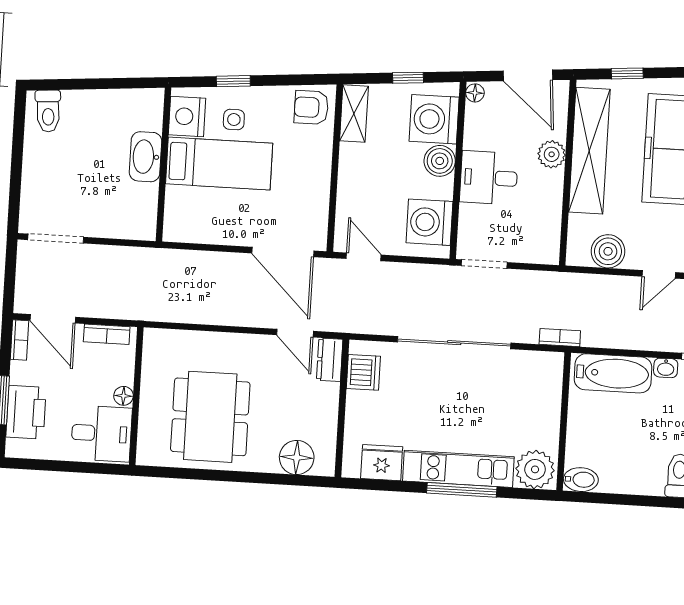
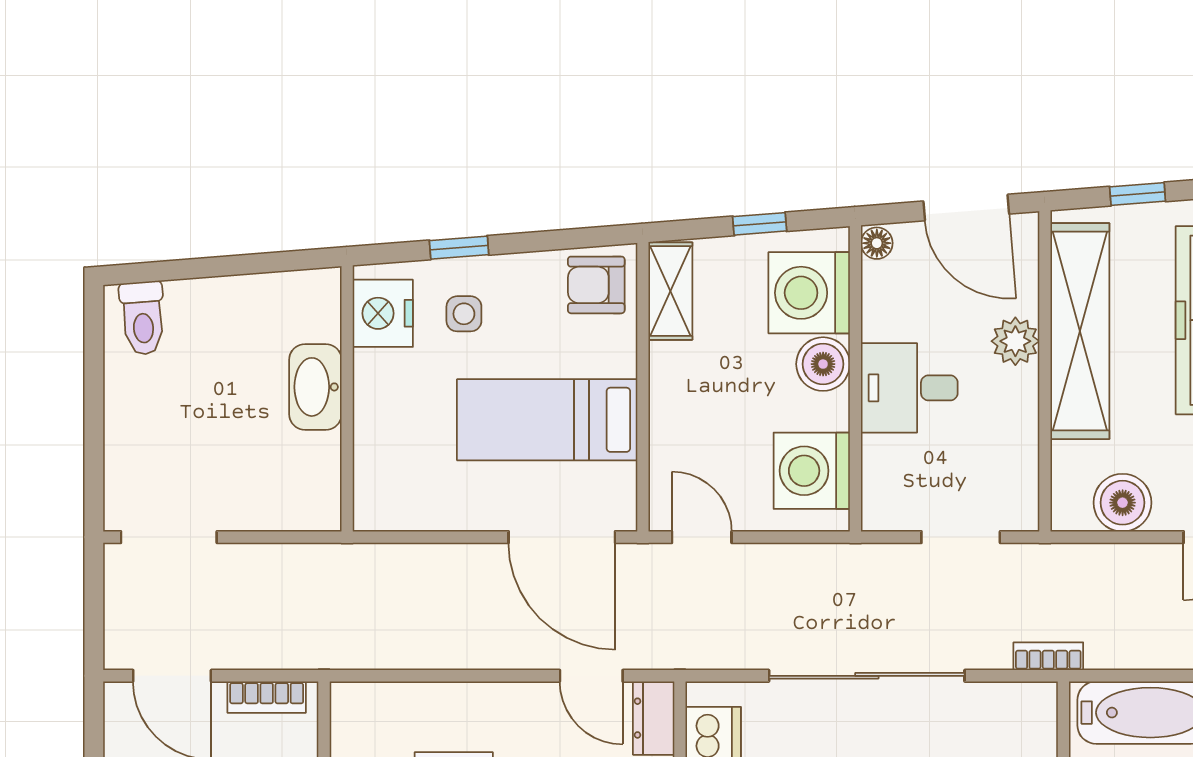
bed: (219, 164) -> (547, 420), moved, turned 180
doorway: (484, 264) -> (961, 537), moved
bookcase: (20, 340) -> (117, 716), removed

